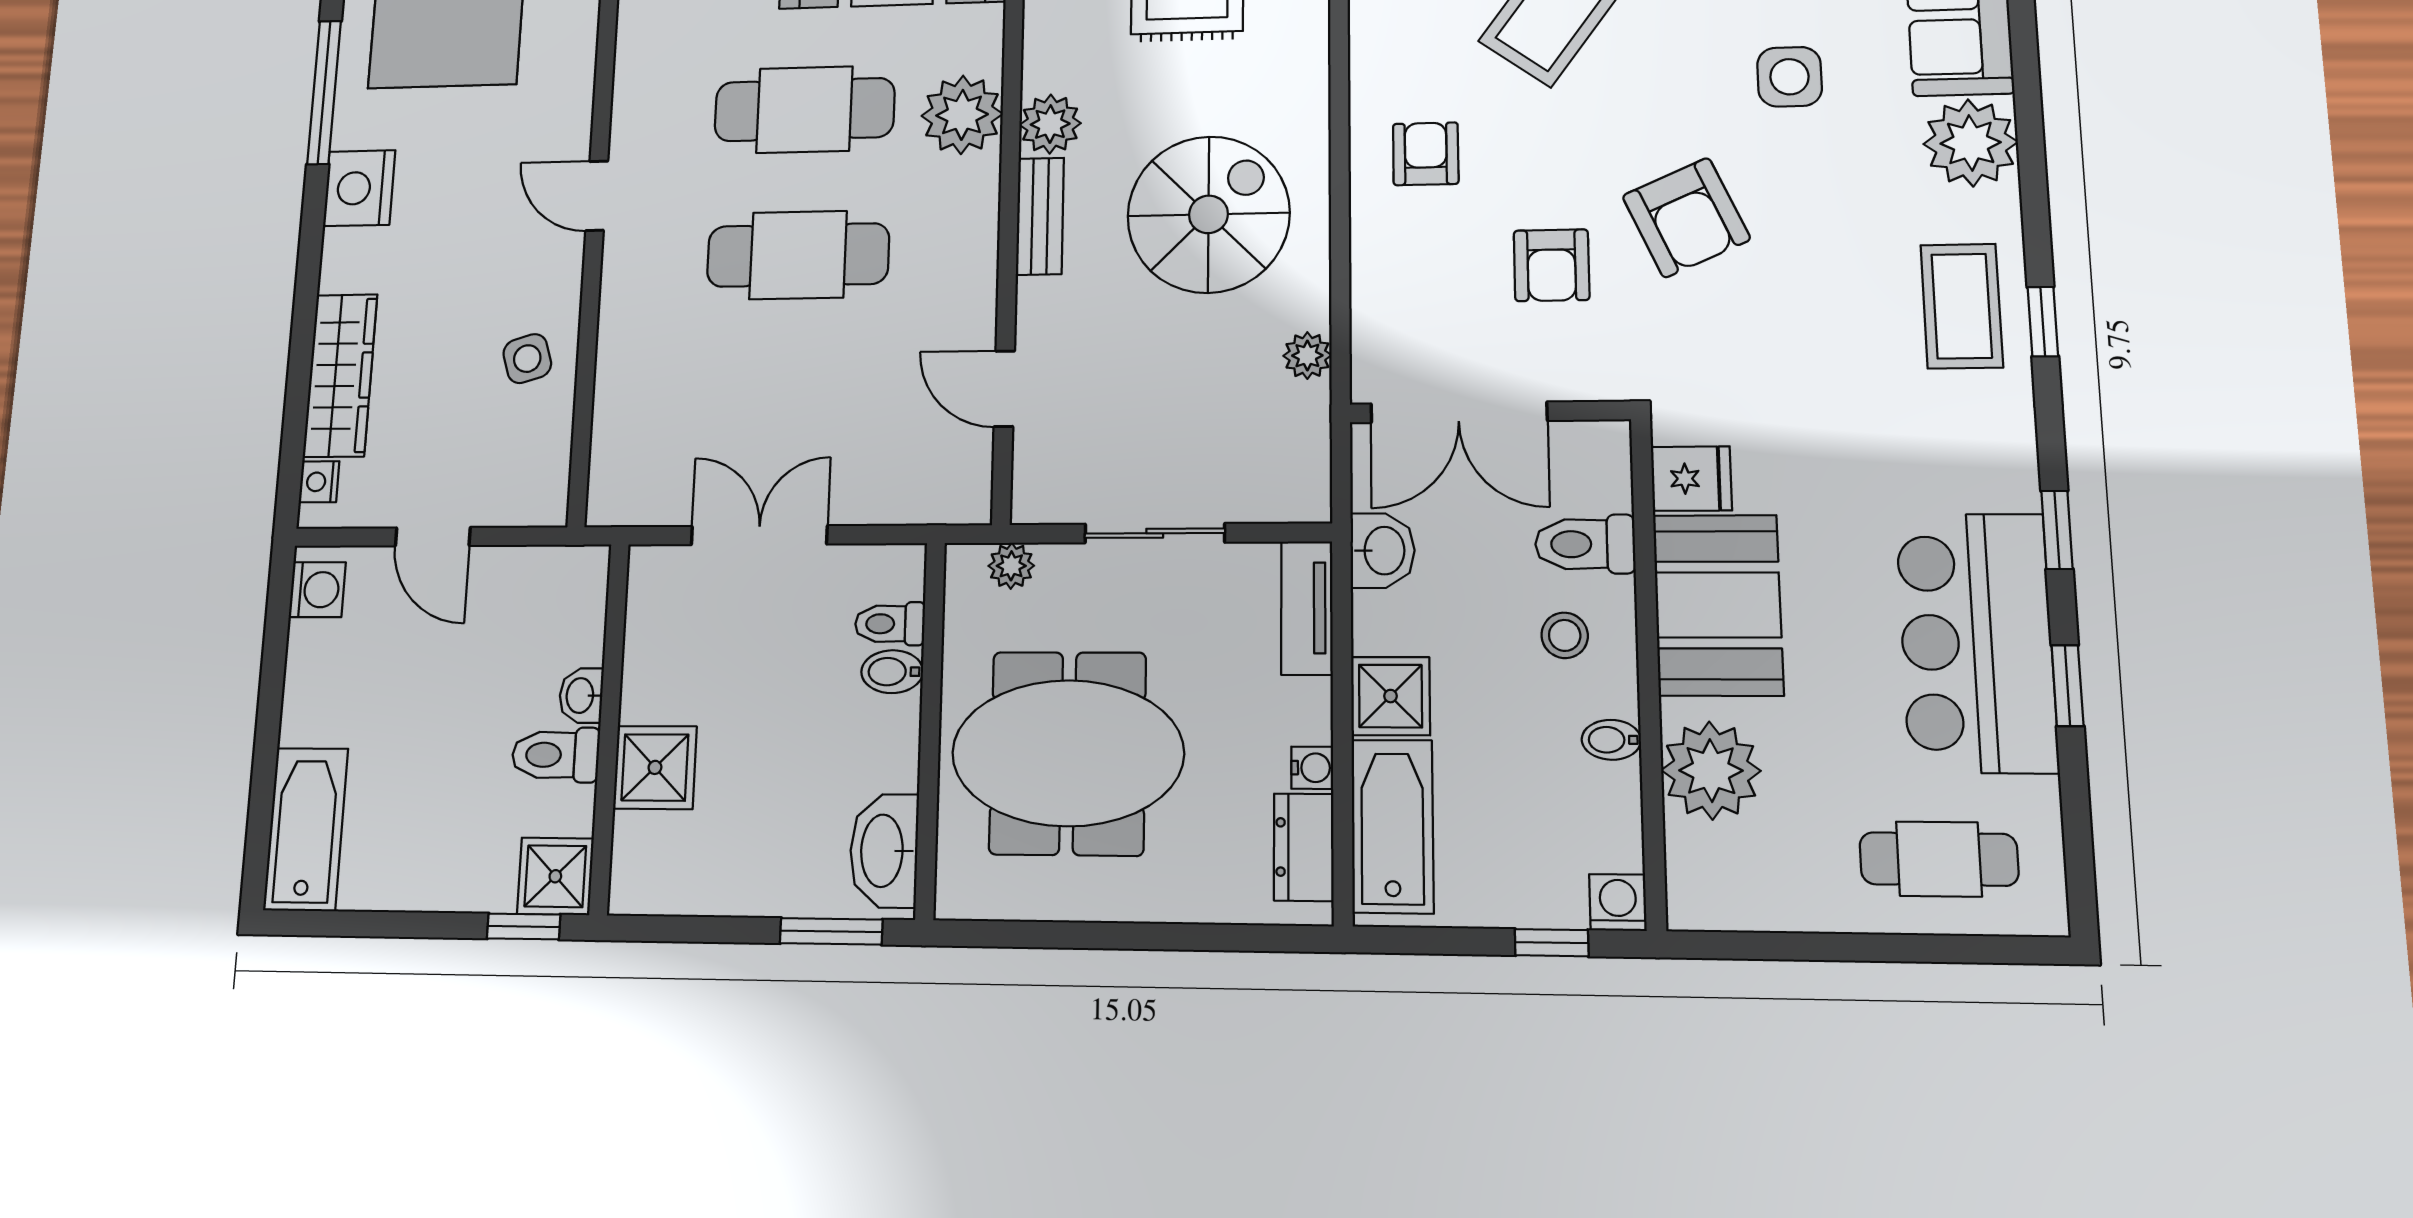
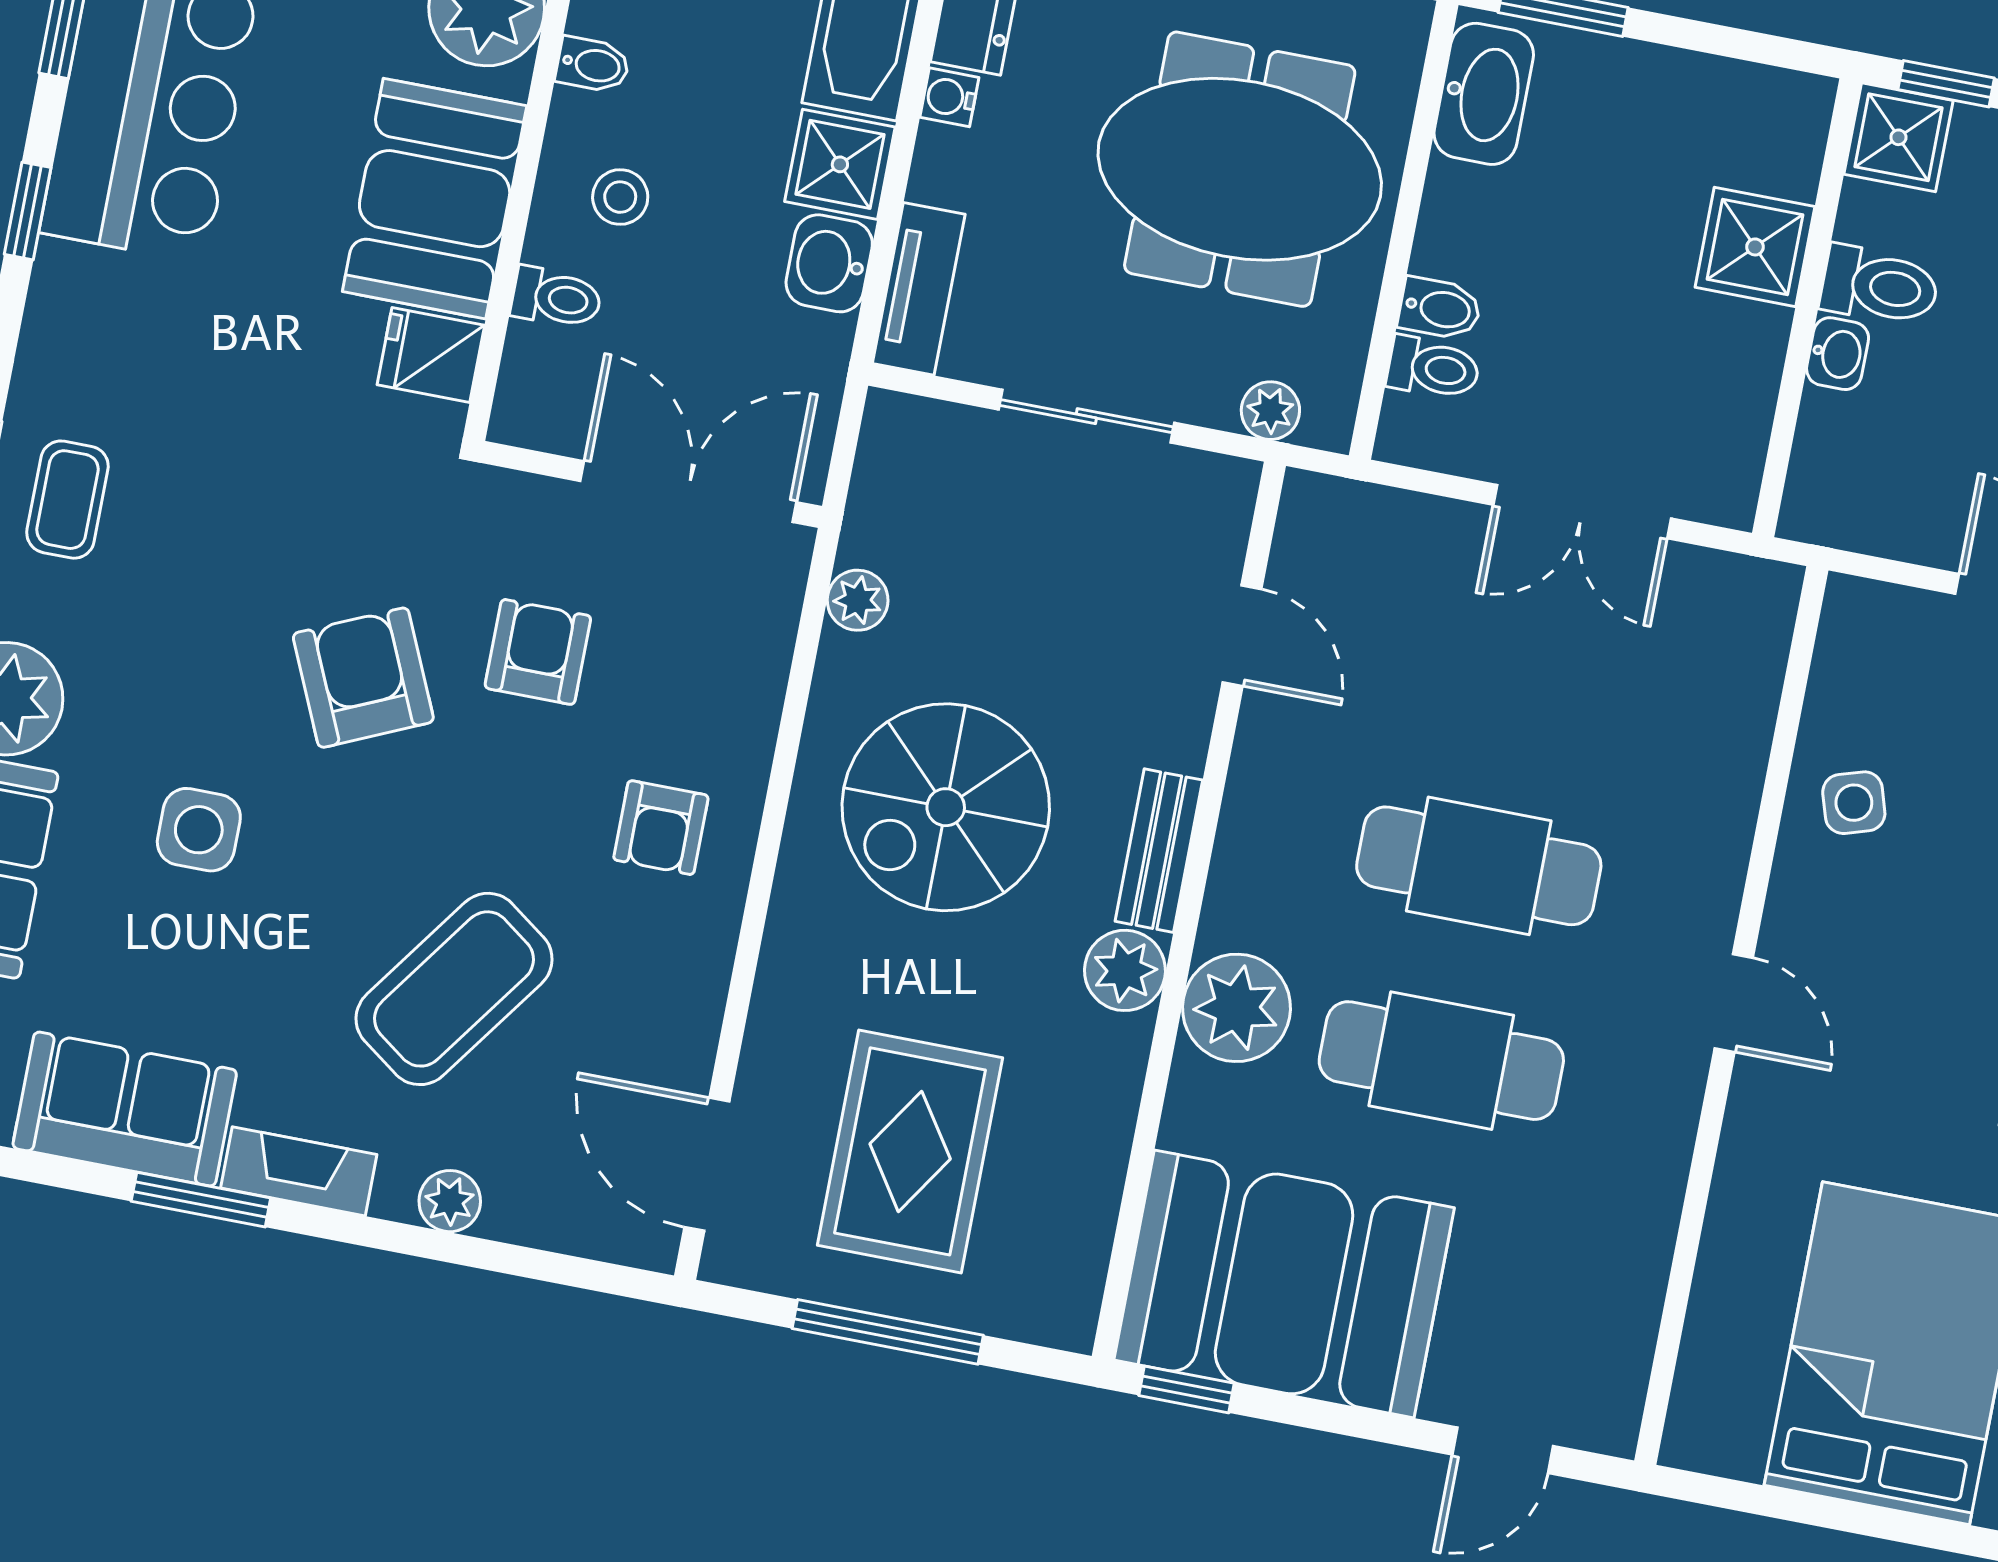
coffee table: (1962, 306) -> (67, 500), width x0.73, depth x0.77
toilet: (1585, 544) -> (556, 298), width x0.73, depth x0.72
washbasin: (1383, 551) -> (829, 263), moved

